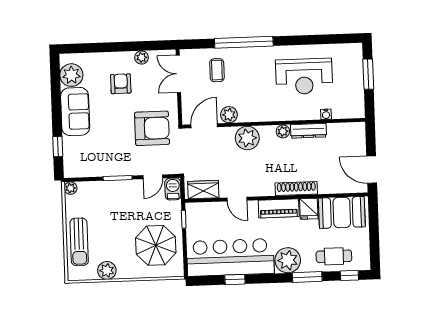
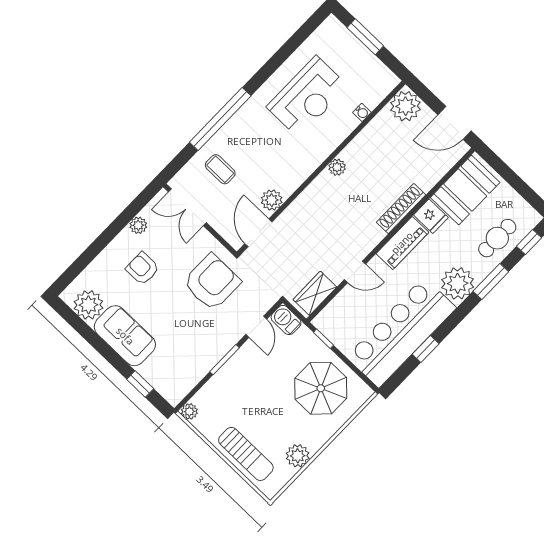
dresser: (308, 131) -> (360, 144), removed
plant: (247, 138) -> (405, 106), moved

